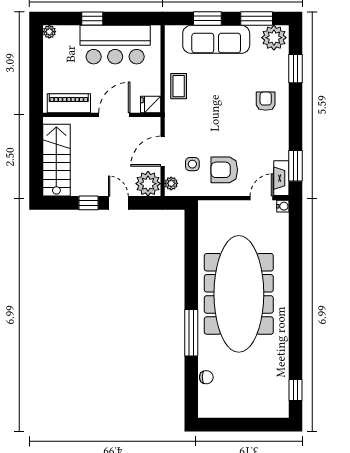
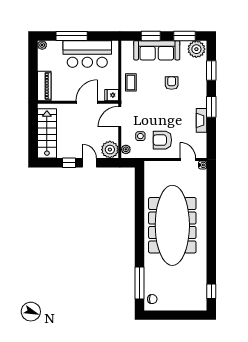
window: (92, 18) -> (72, 36), width x2.17
armchair: (266, 101) -> (172, 83), moved
piano: (69, 103) -> (44, 86), moved, turned 90
door: (163, 151) -> (120, 117), moved
window: (296, 166) -> (211, 107), moved
fireplace: (281, 178) -> (202, 120), moved
door: (262, 198) -> (188, 159), hinge flipped
window: (191, 333) -> (140, 283), moved
chair: (206, 377) -> (152, 299), moved

